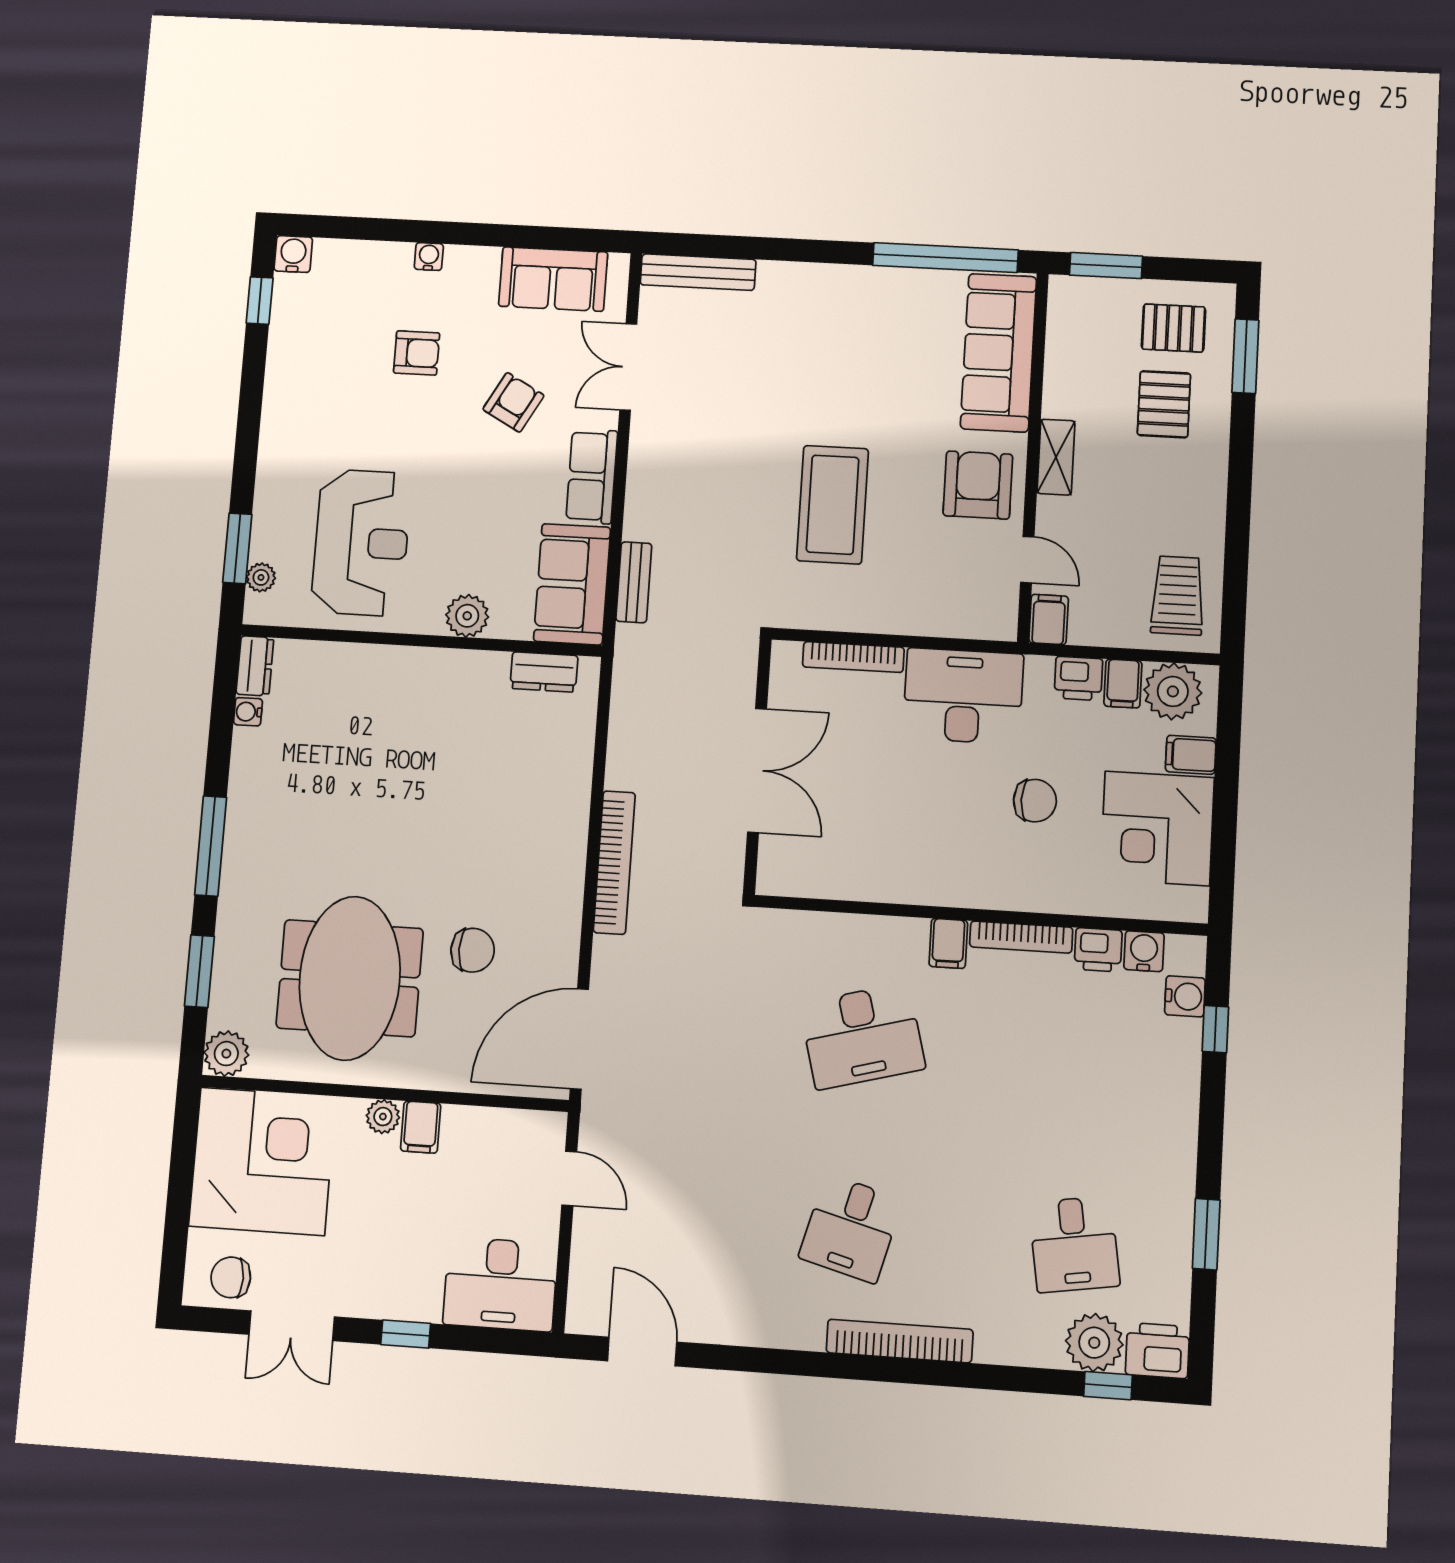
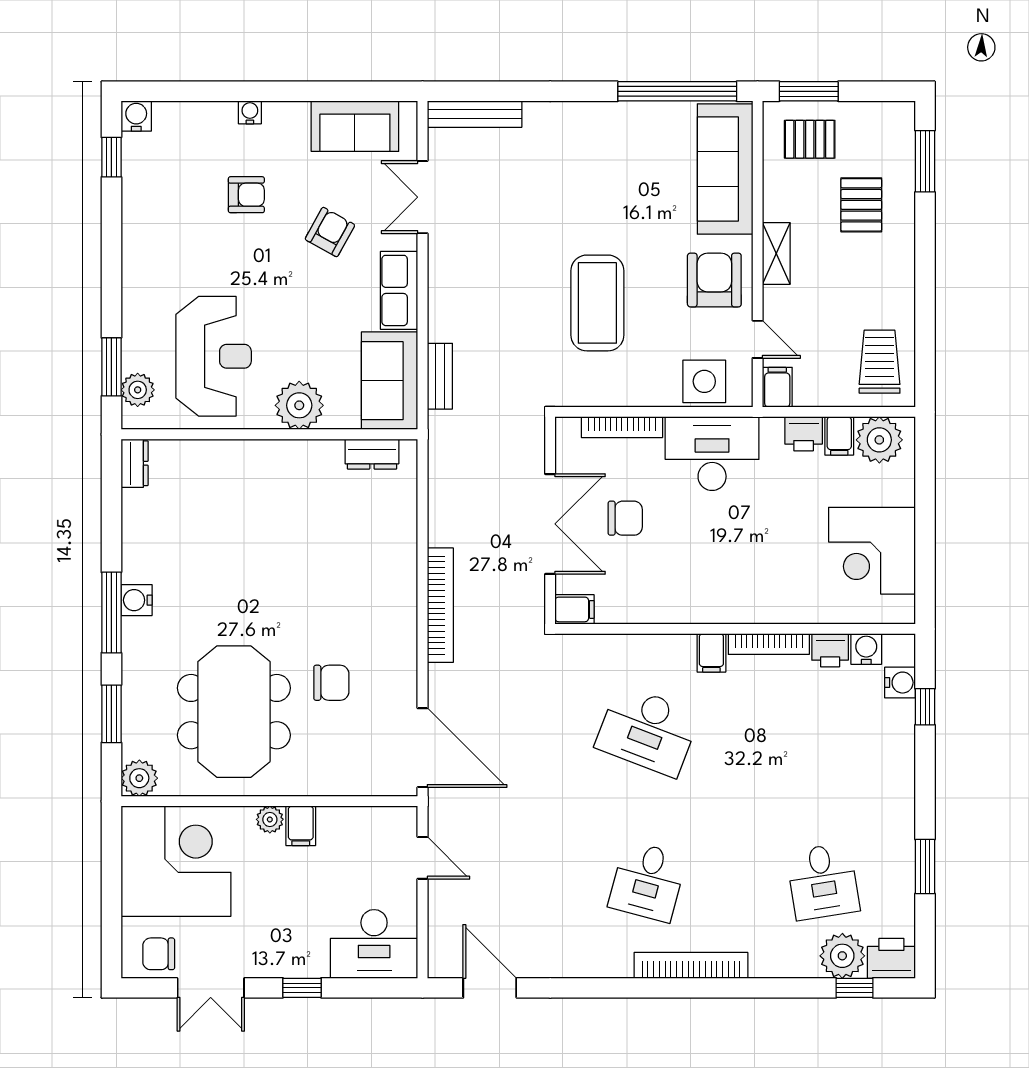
pallet: (1173, 328) -> (810, 139), moved
plant: (261, 577) -> (138, 390), width x1.38, depth x1.38
side table: (959, 607) -> (704, 381), added
plant: (467, 616) -> (299, 405), width x1.36, depth x1.36
water cooler: (248, 712) -> (137, 600), moved, width x1.38, depth x1.38
filing cabinet: (1191, 755) -> (575, 609), moved, turned 180
chair: (1035, 801) -> (625, 518), moved
desk: (862, 1036) -> (647, 731), turned 36
door: (579, 1039) -> (423, 748), swing flipped

